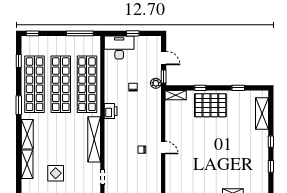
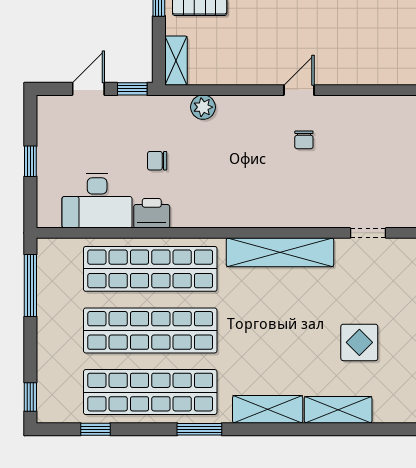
desk: (119, 47) -> (97, 201), moved, turned -90
plant: (156, 83) -> (203, 107), moved
printer: (111, 111) -> (152, 213), moved

